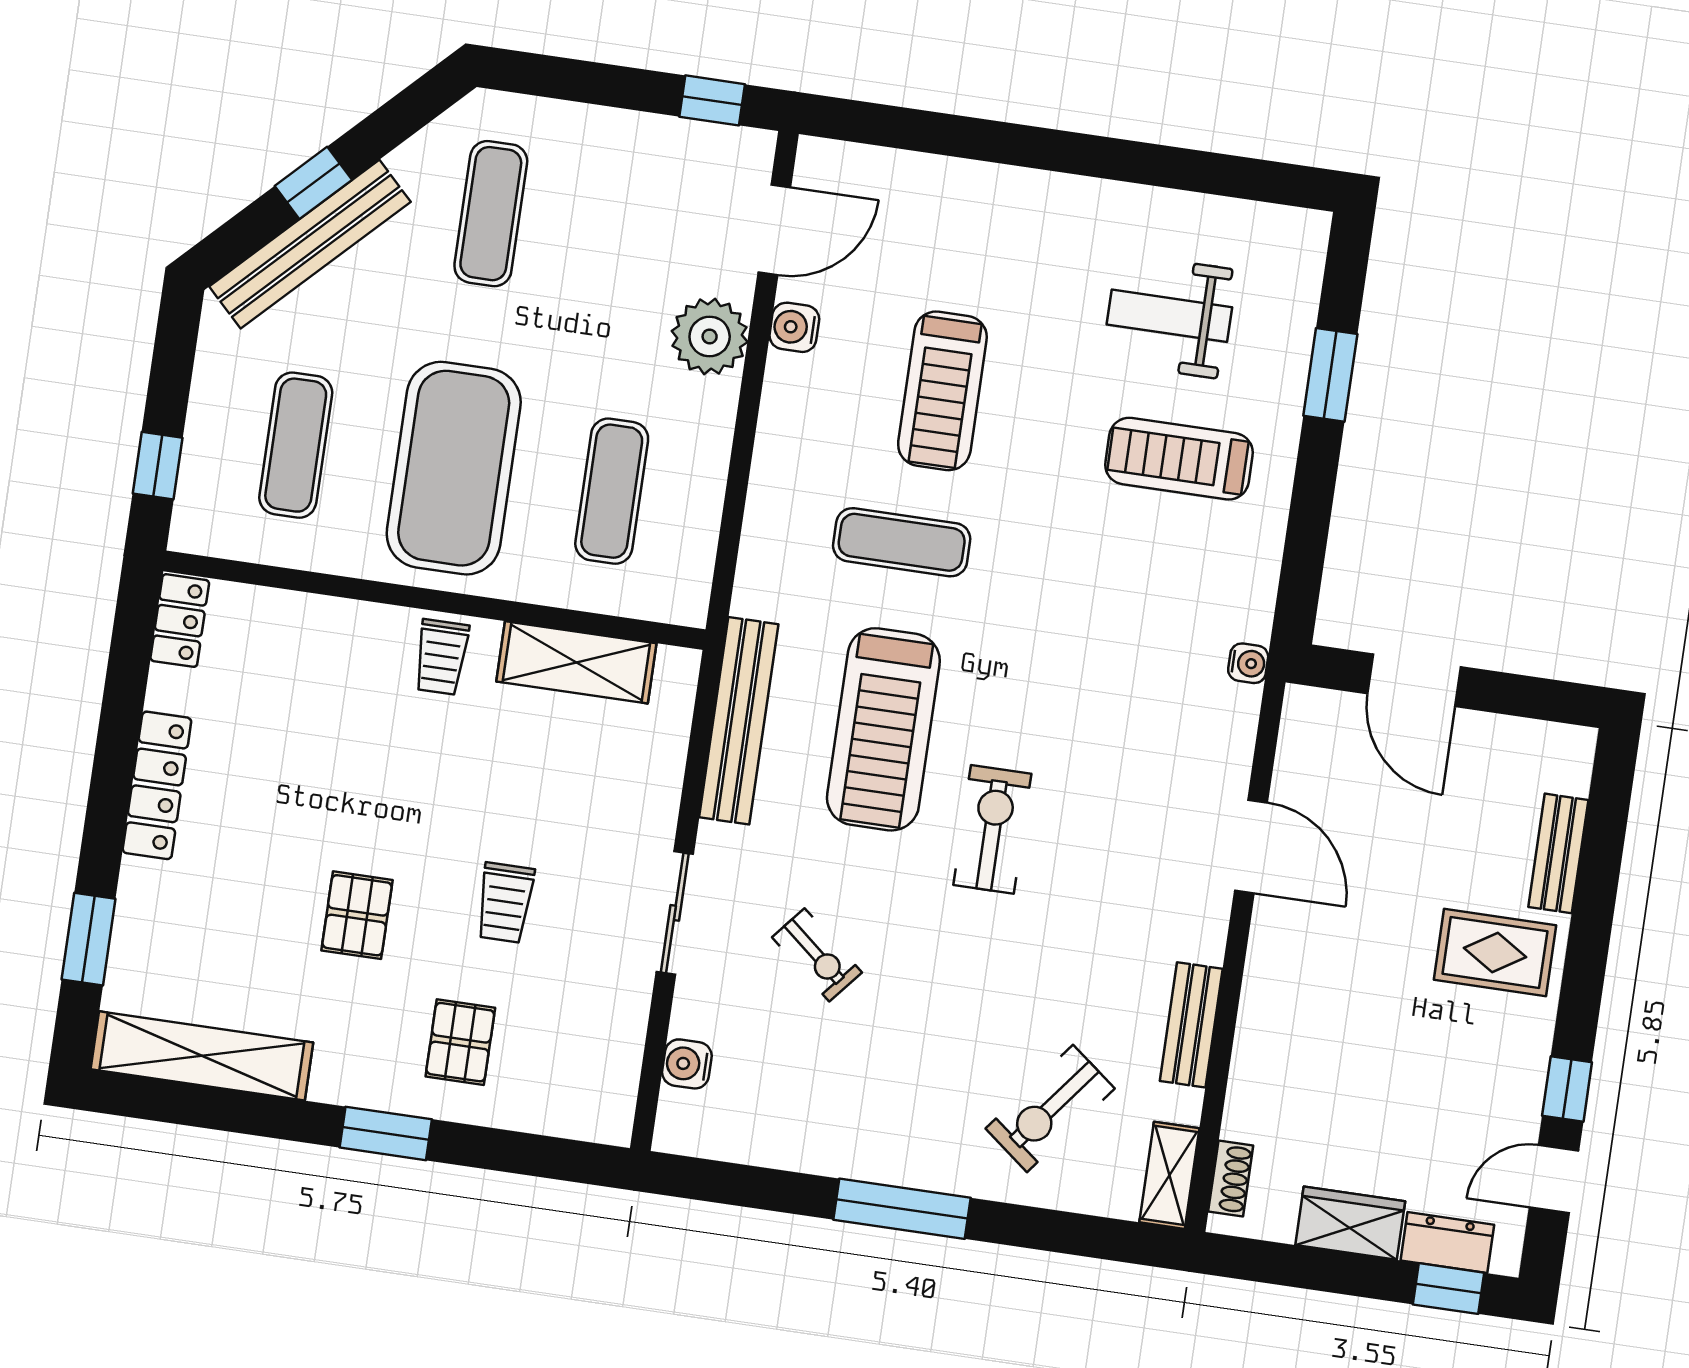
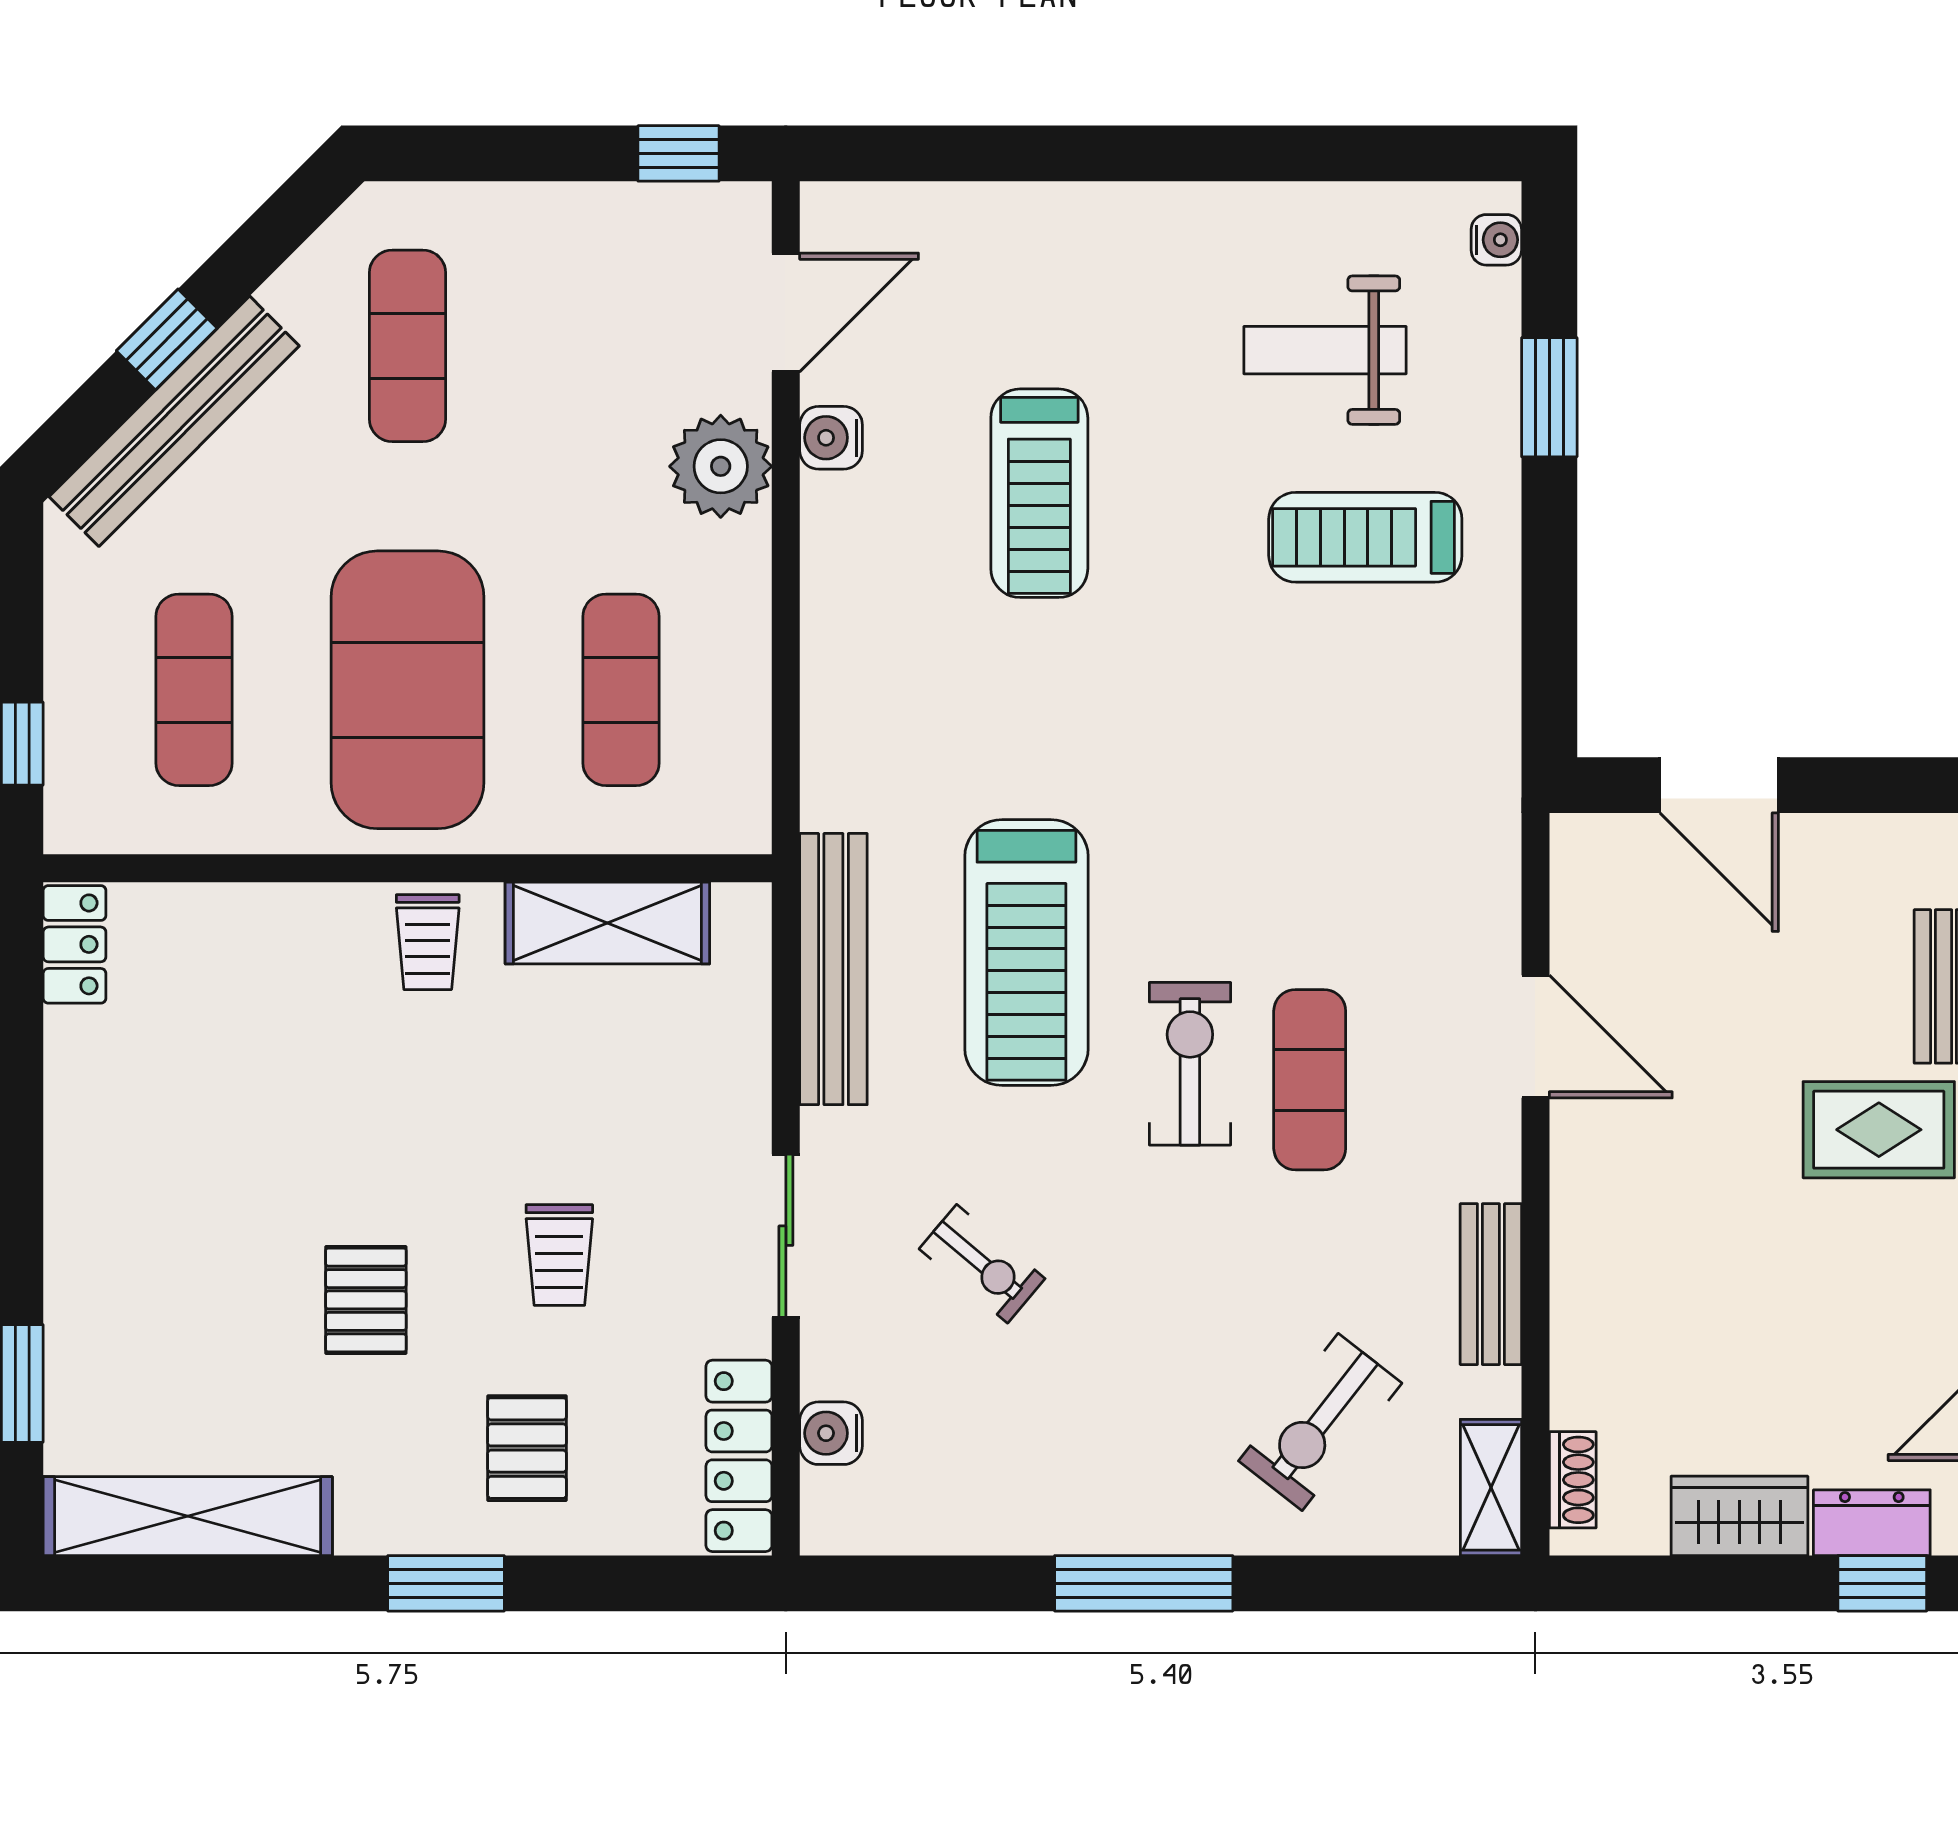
exercise mat: (902, 542) -> (1310, 1080), moved, turned 90
water cooler: (1248, 663) -> (1496, 240), moved
locker: (157, 785) -> (739, 1456), moved, turned 180

